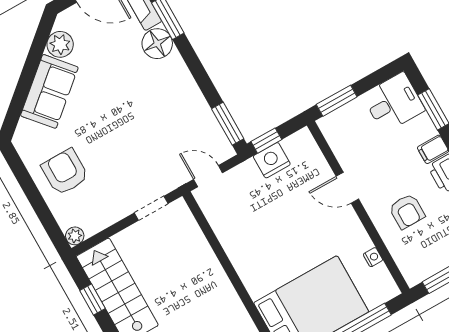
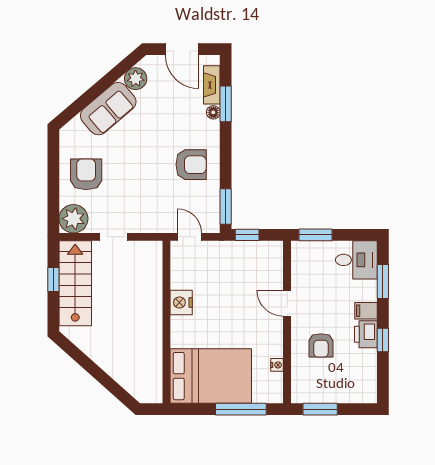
floor lamp: (157, 44) -> (213, 112), width x0.53, depth x0.53
armchair: (168, 101) -> (191, 165), added
nightstand: (272, 160) -> (181, 303), moved, turned -90
doorway: (151, 208) -> (114, 237), moved
plant: (75, 236) -> (73, 219), width x1.88, depth x1.88

